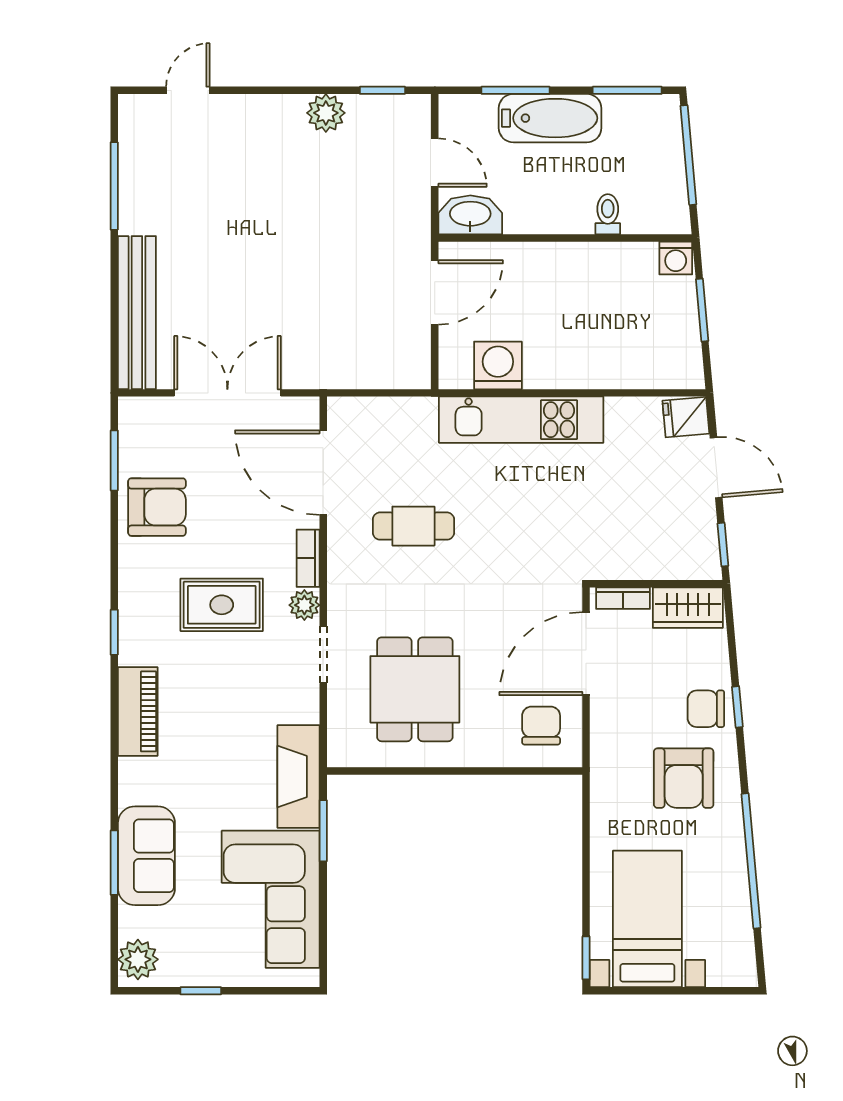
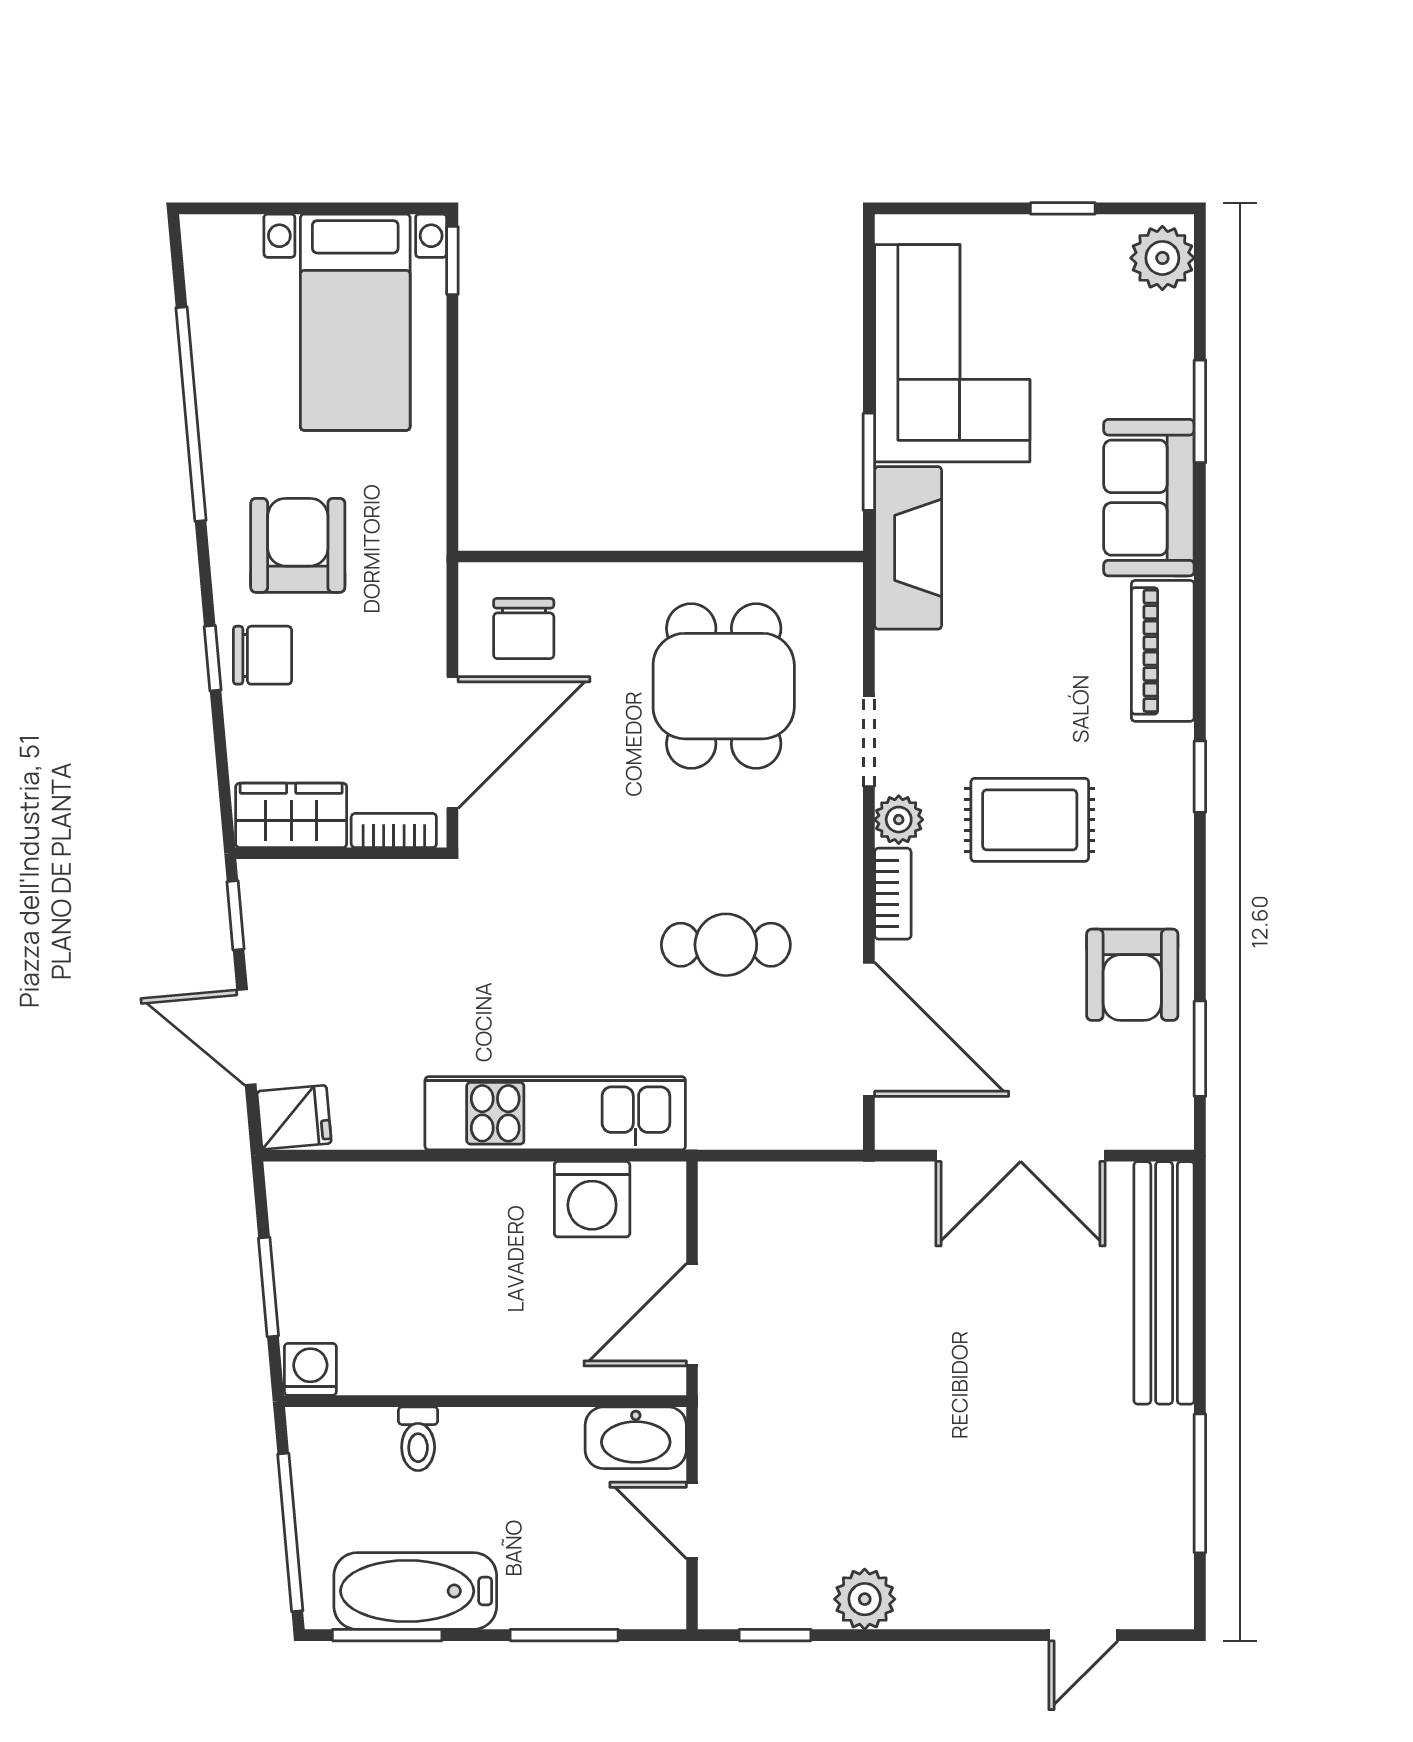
bathtub: (550, 118) -> (415, 1591), moved
armchair: (157, 507) -> (1132, 975), turned -90
sofa: (146, 856) -> (1149, 498), moved

